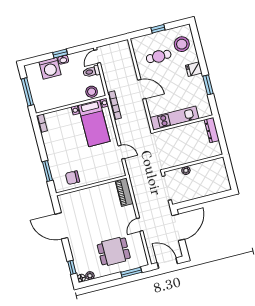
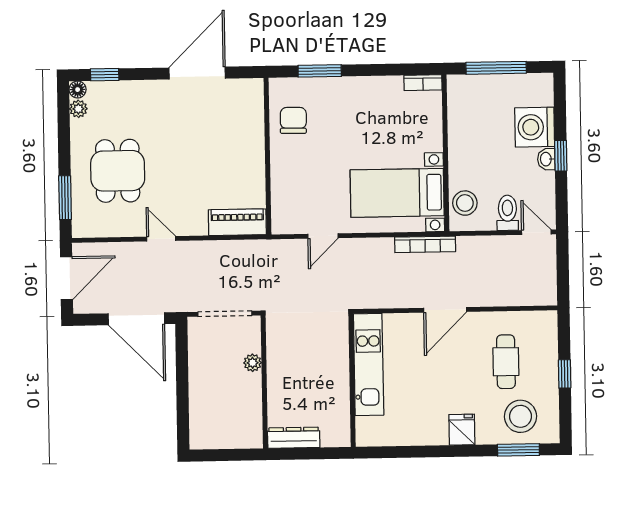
window: (208, 85) -> (518, 450), moved
dresser: (212, 130) -> (294, 438), moved

